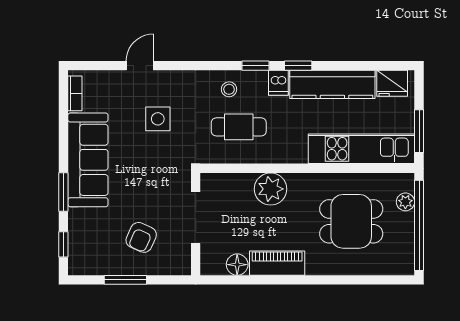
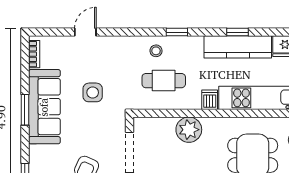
window: (298, 66) -> (237, 32), moved
dishwasher: (278, 83) -> (210, 100), moved, turned 180
side table: (158, 119) -> (93, 92), moved
window: (63, 192) -> (25, 110), moved

